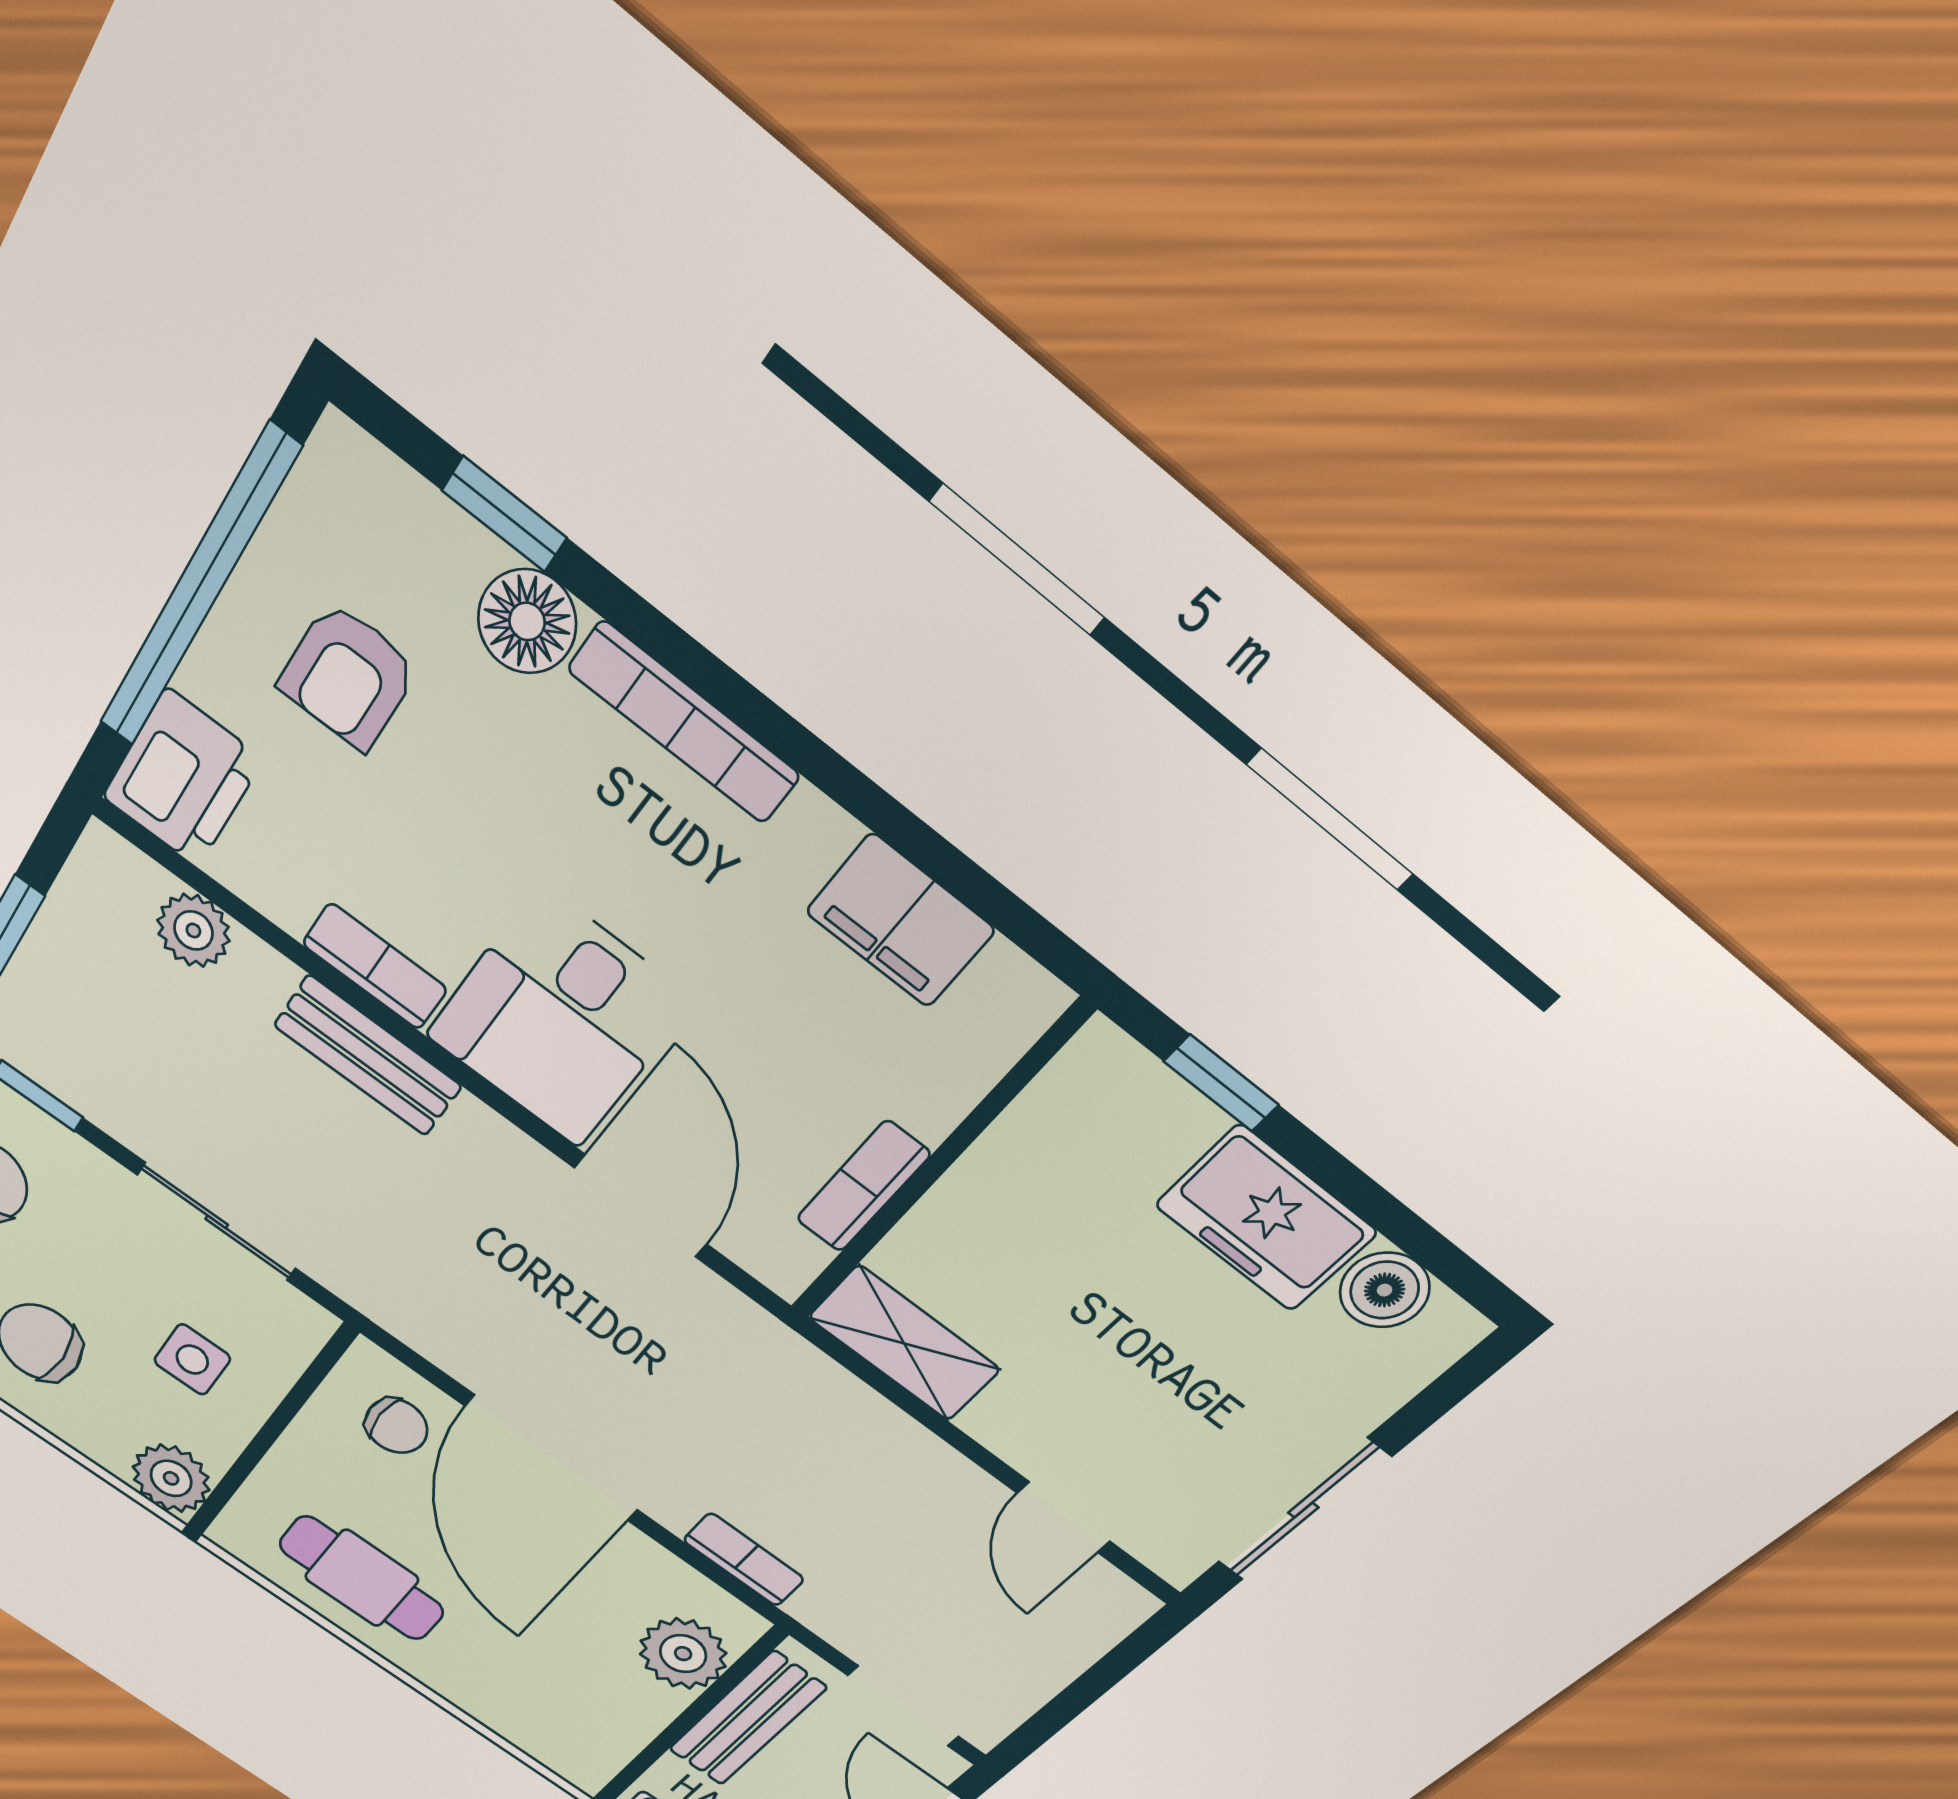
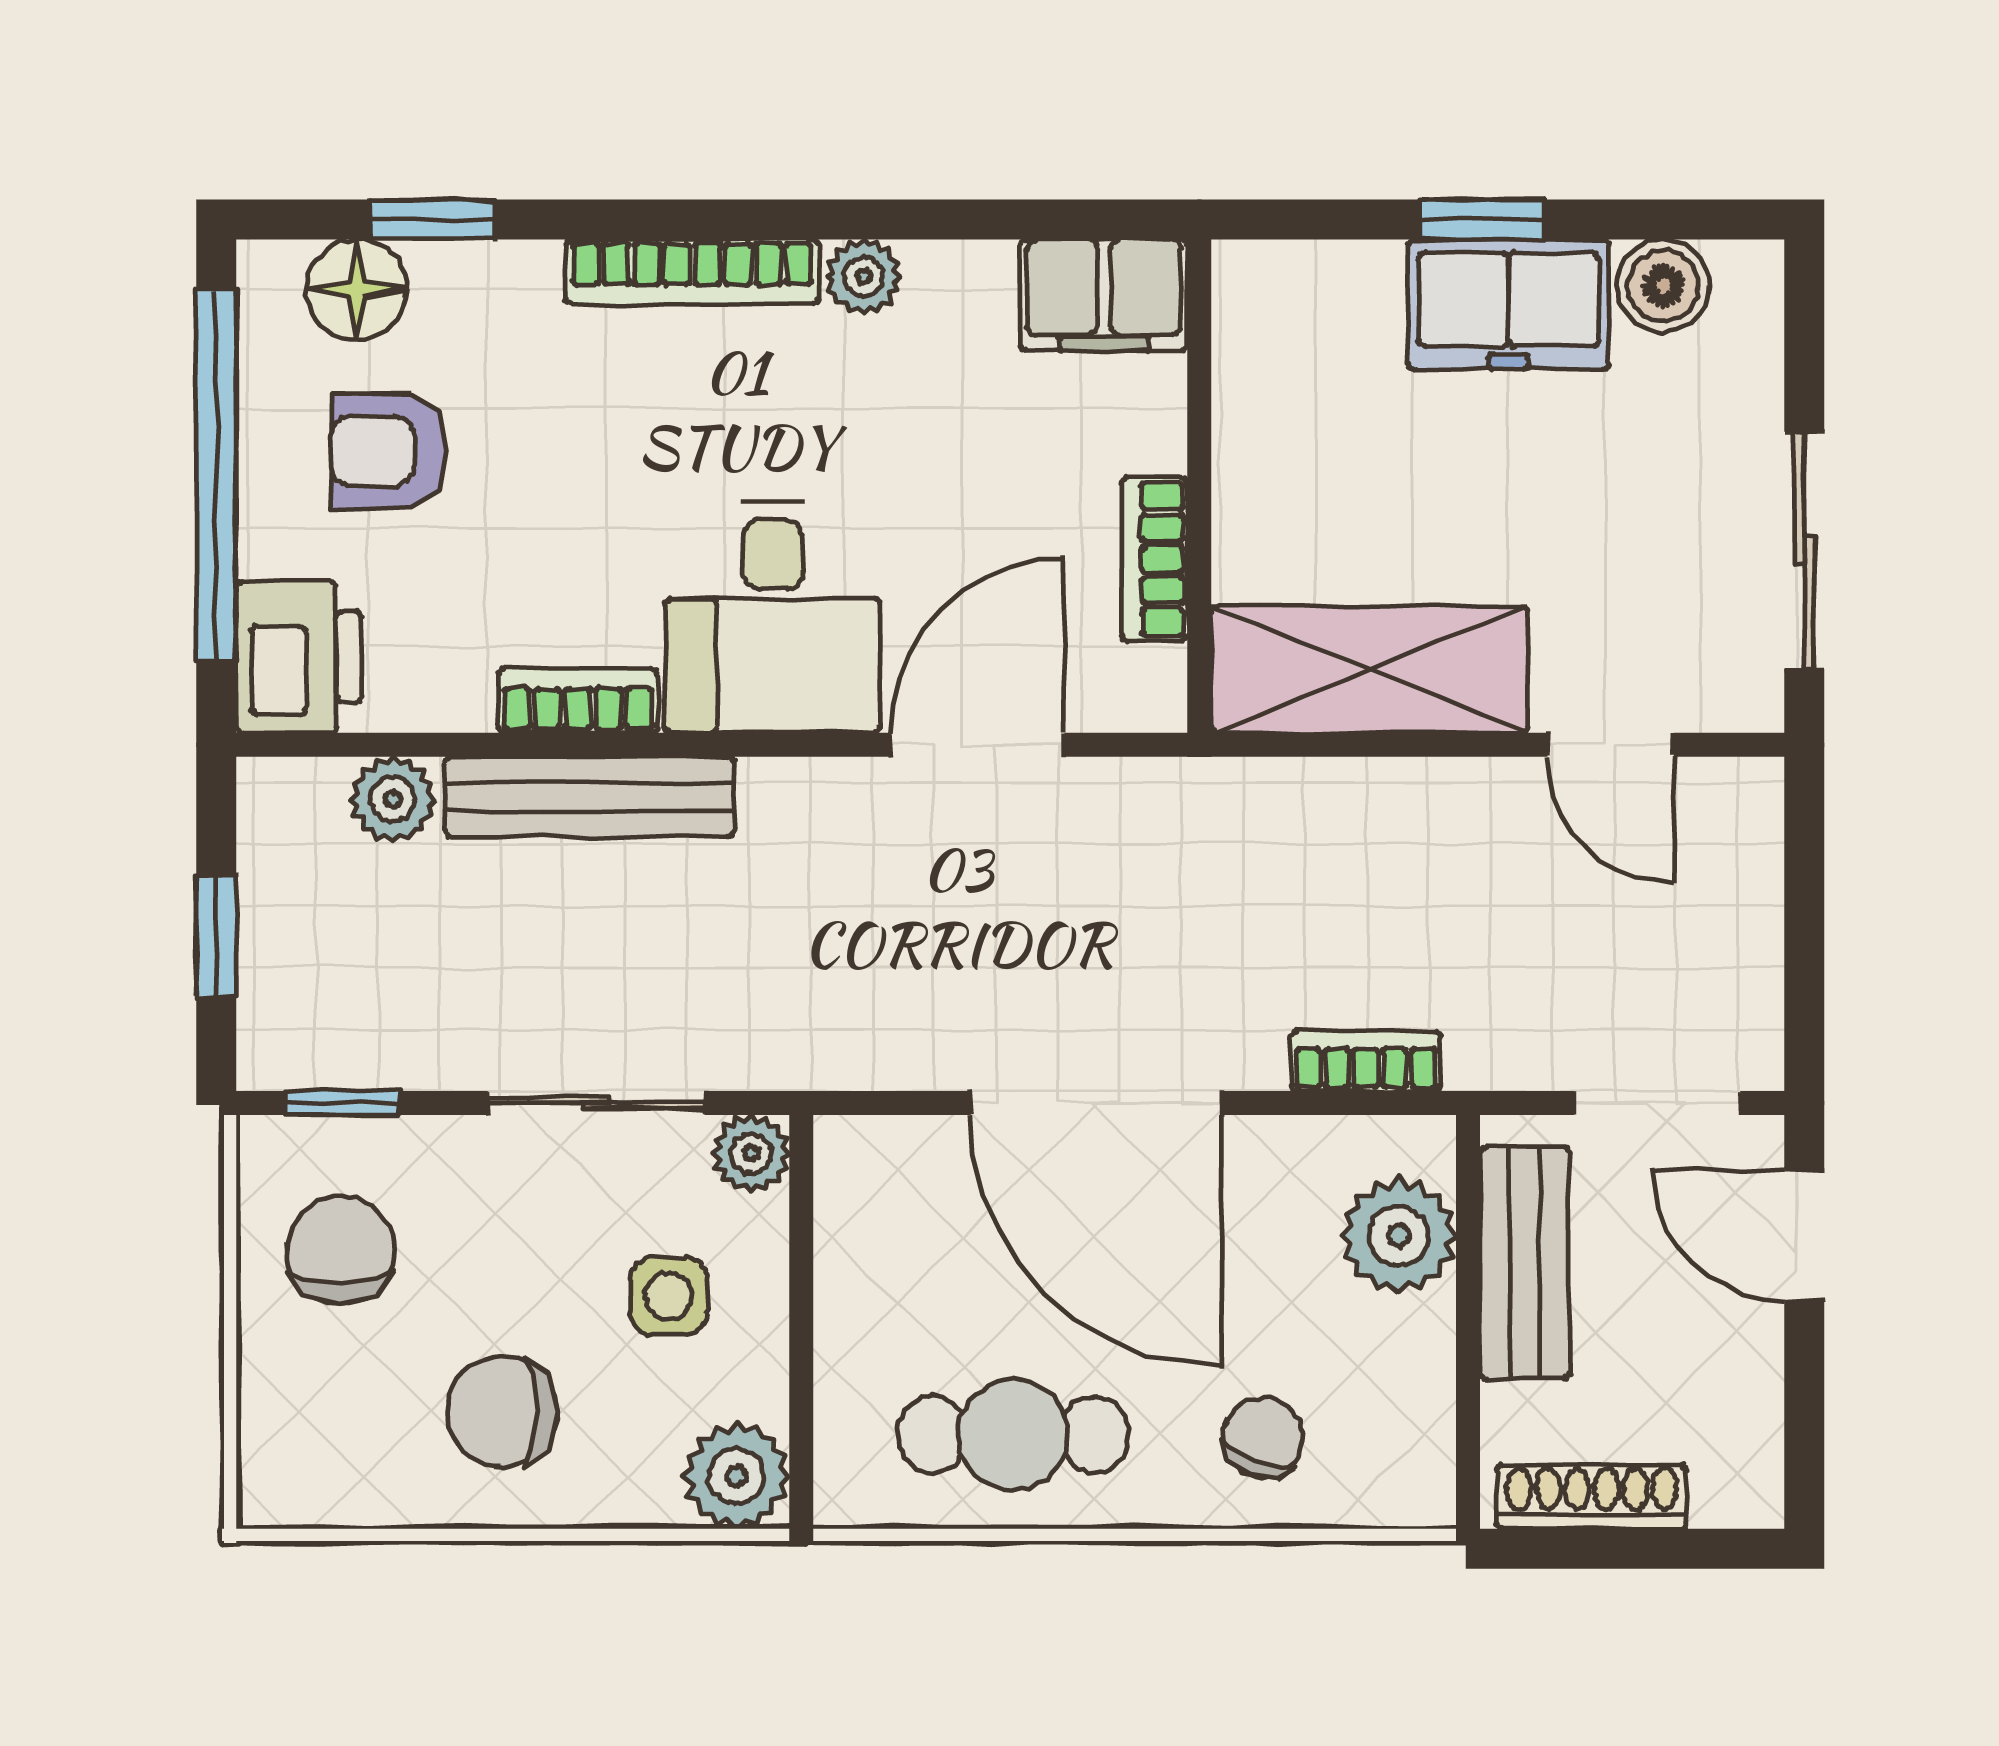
floor lamp: (527, 621) -> (357, 290), moved
armchair: (348, 676) -> (389, 451), turned 90
plant: (814, 831) -> (864, 276), added
filing cabinet: (900, 921) -> (1104, 295), moved
bench: (368, 1056) -> (590, 797), width x1.36
window: (1221, 1083) -> (1482, 219), moved
door: (641, 1206) -> (977, 745), hinge flipped
plant: (302, 1324) -> (751, 1153), added
shelving: (904, 1343) -> (1370, 670), width x1.50, depth x1.33
chair: (396, 1426) -> (1263, 1438), moved, turned -70

